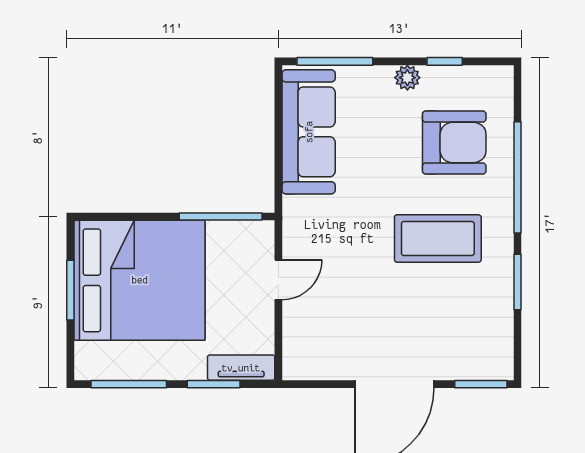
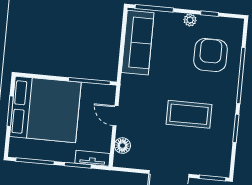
armchair: (454, 143) -> (211, 55), turned -90
coffee table: (438, 238) -> (189, 114), moved
door: (278, 280) -> (115, 116), swing flipped
floor lamp: (298, 337) -> (122, 146), added

